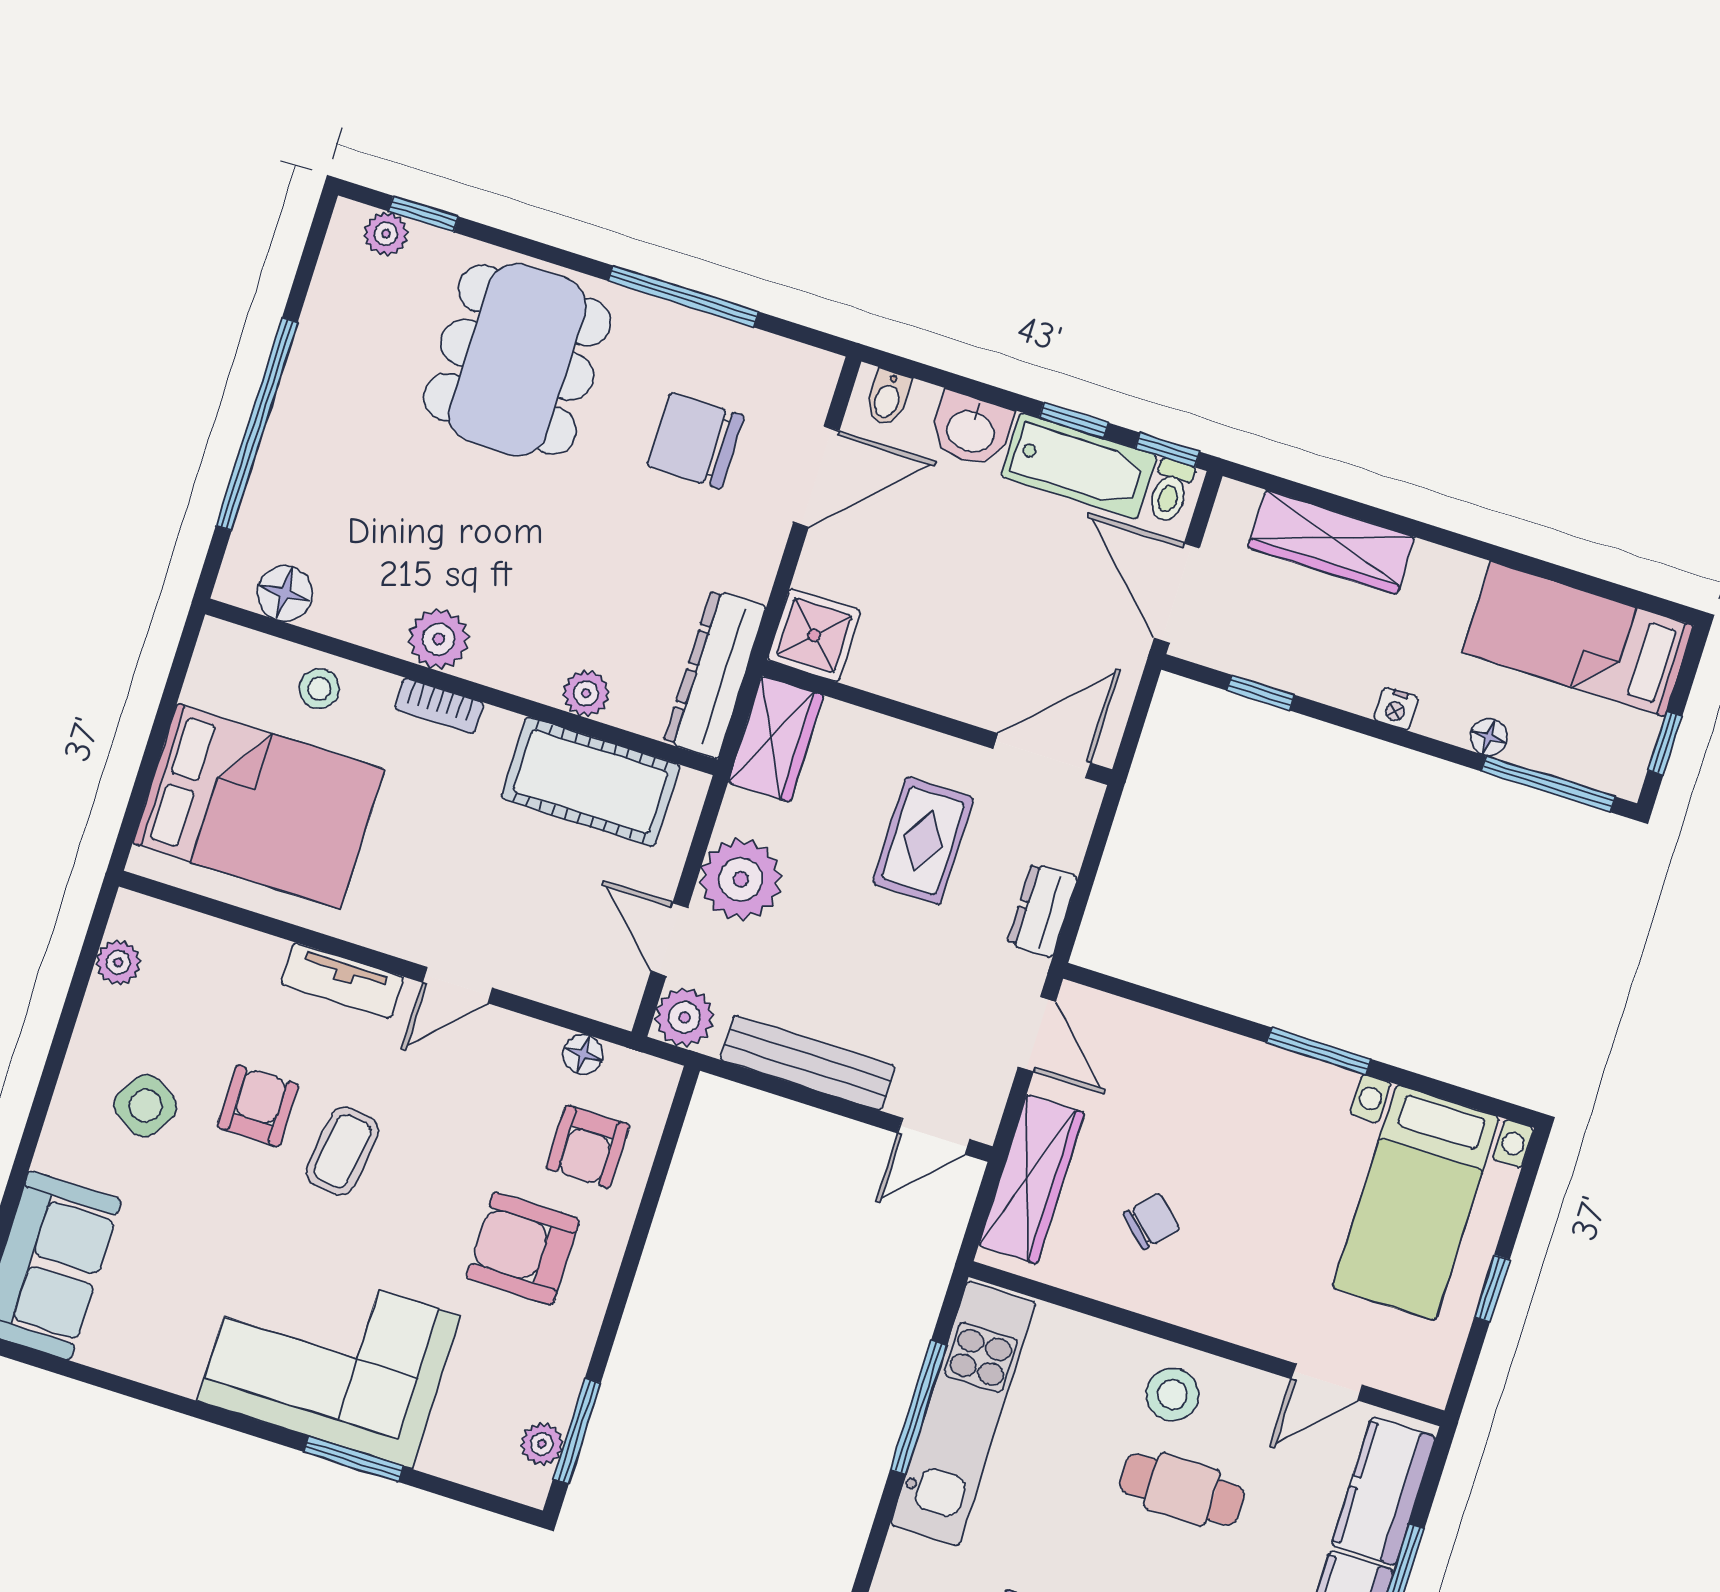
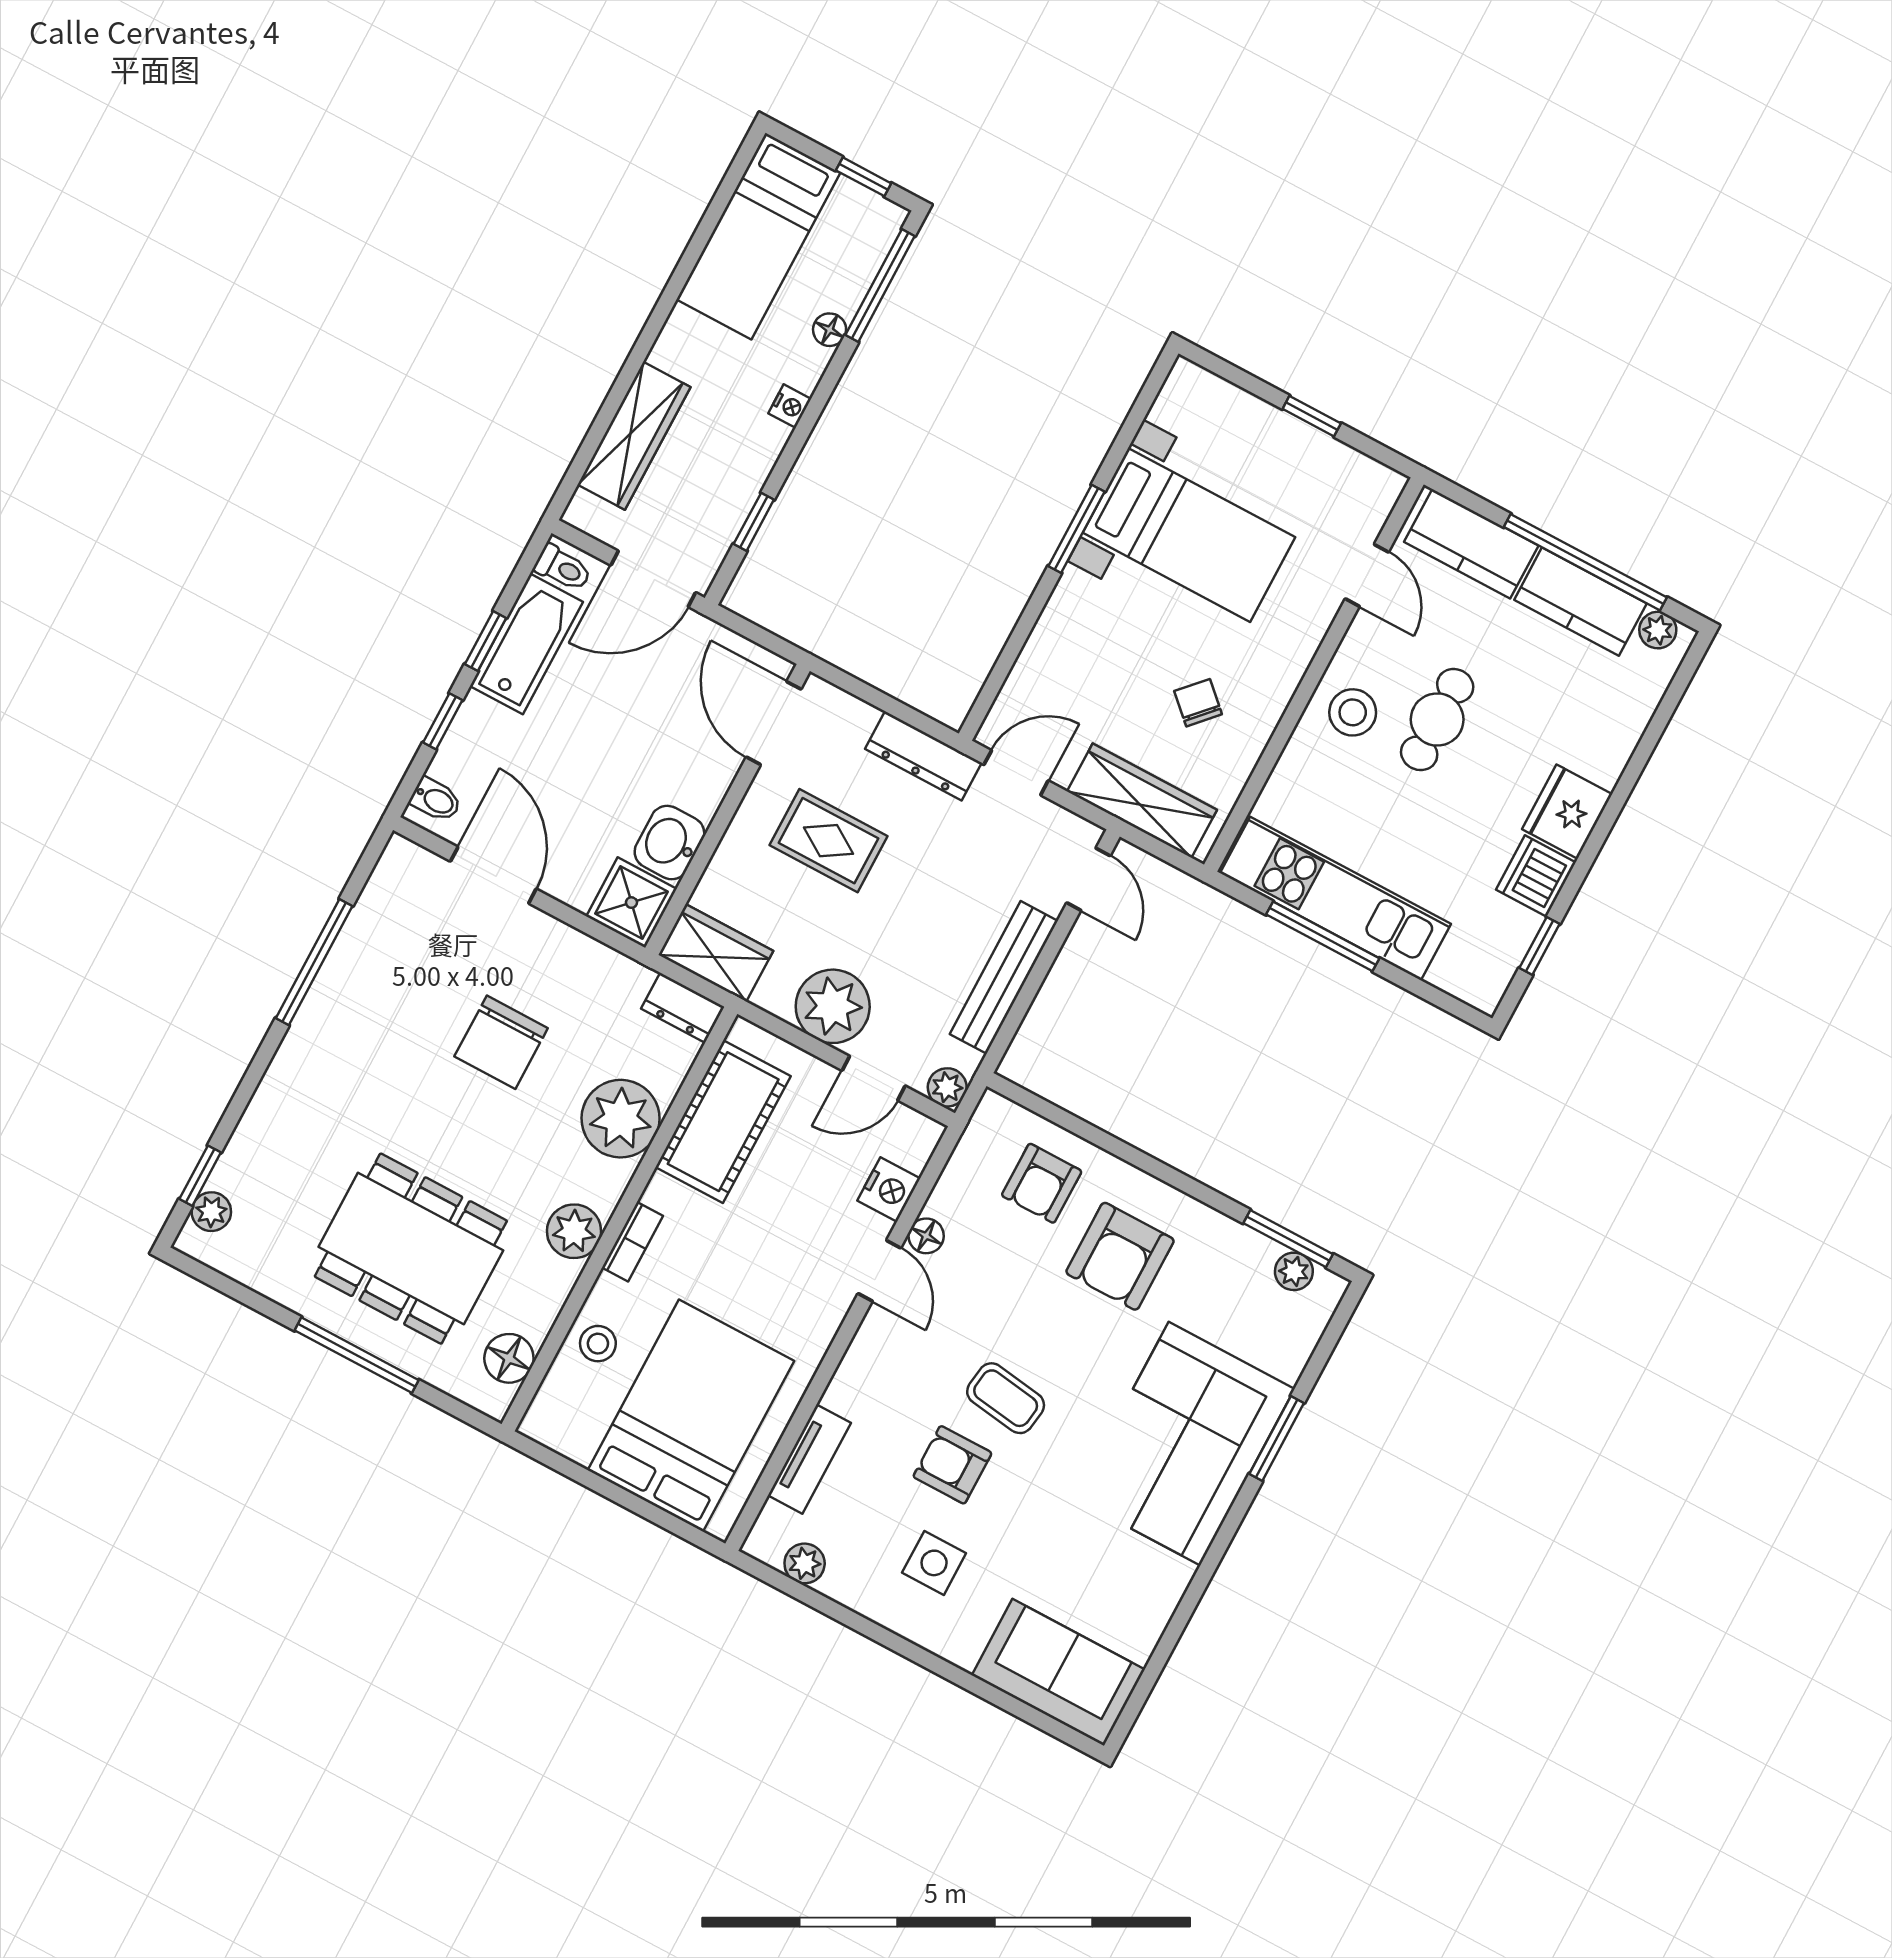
dining table: (517, 360) -> (411, 1249), moved
window: (257, 424) -> (357, 1355), width x0.68
washbasin: (971, 430) -> (669, 843), moved, turned 180
chair: (696, 441) -> (501, 1042), moved
window: (1167, 450) -> (443, 721), moved
dresser: (715, 674) -> (683, 1008), width x0.51, depth x0.80
plant: (586, 693) -> (621, 1119), width x1.88, depth x1.88
dresser: (1042, 910) -> (923, 756), width x1.44
nightstand: (549, 979) -> (889, 1189), added
tv unit: (342, 981) -> (809, 1459), moved
plant: (685, 1017) -> (947, 1087), width x0.73, depth x0.73
floor lamp: (583, 1054) -> (926, 1236), moved
side table: (145, 1106) -> (934, 1563), turned -32
armchair: (588, 1147) -> (1042, 1183), turned 90
bed with nightstands: (1416, 1203) -> (1189, 535), moved

